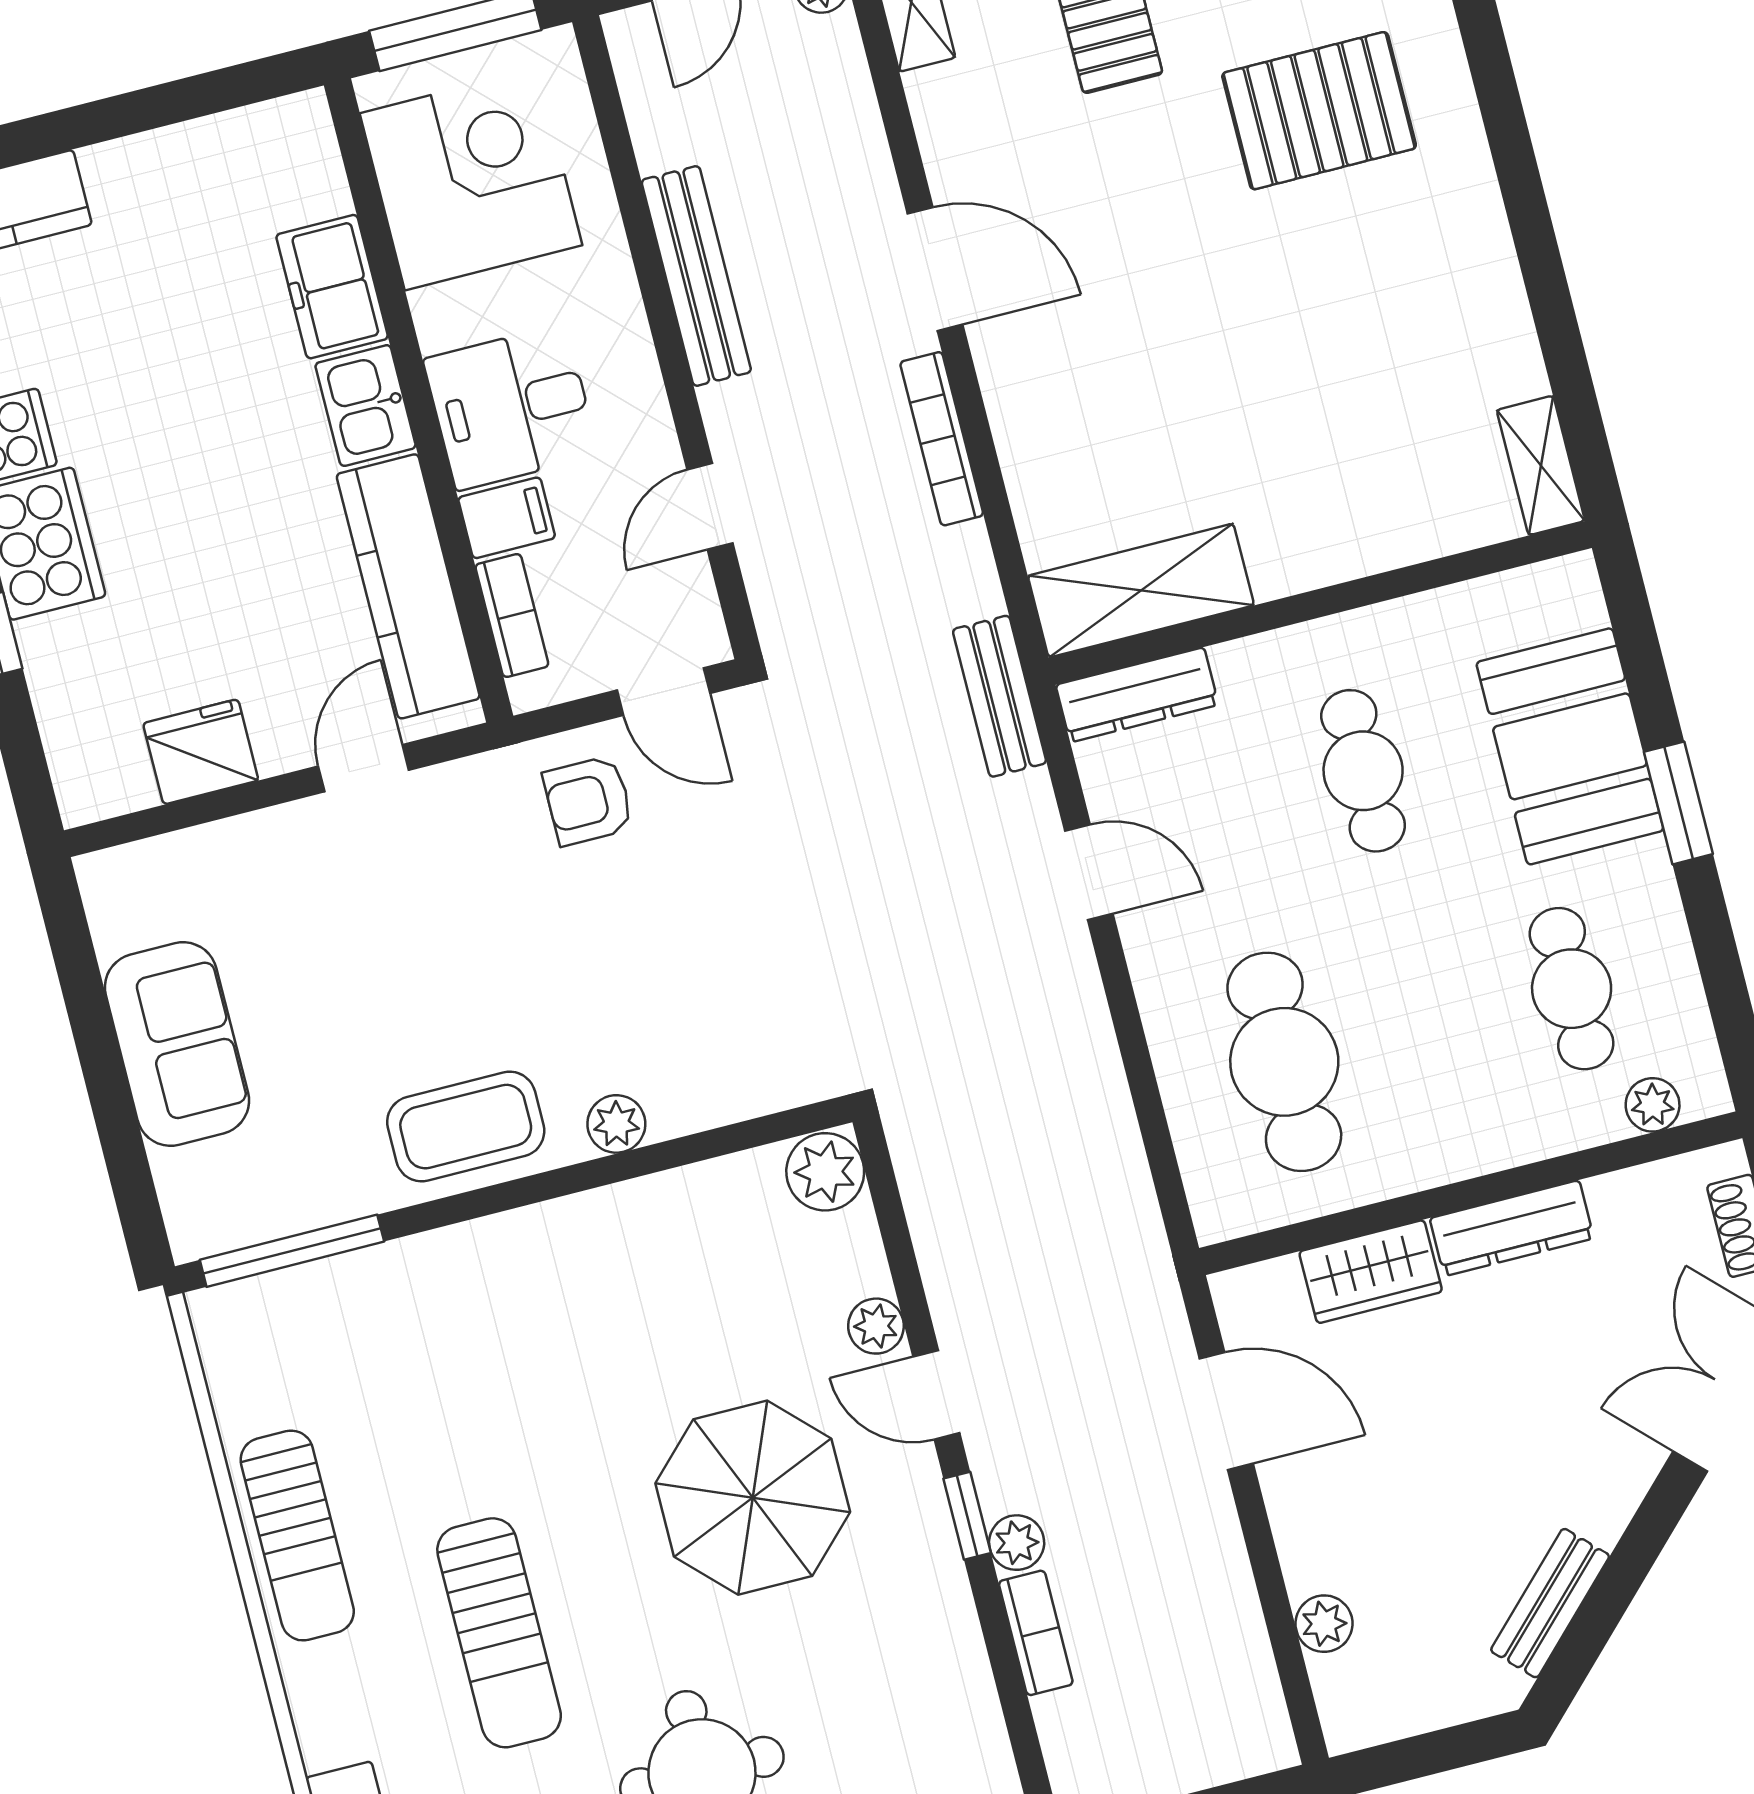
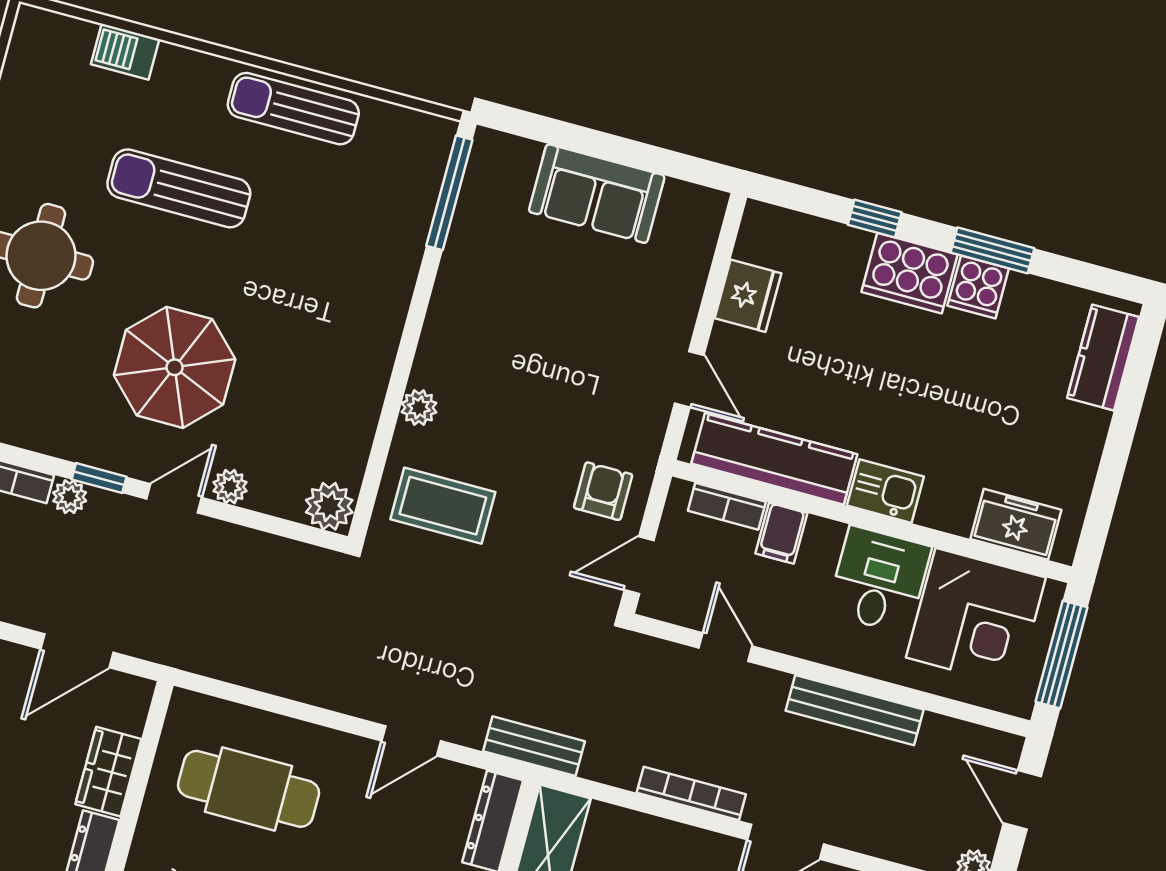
freezer: (332, 287) -> (1016, 524), moved
desk: (511, 407) -> (879, 580), moved
coffee table: (466, 1127) -> (443, 506), moved, turned 90

